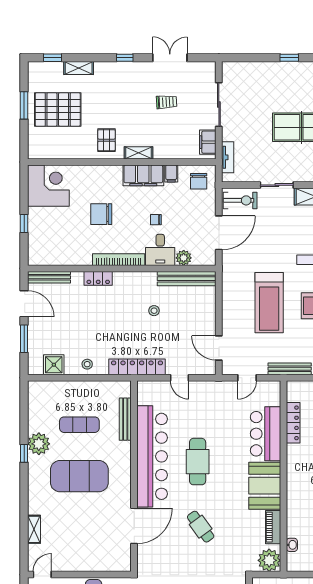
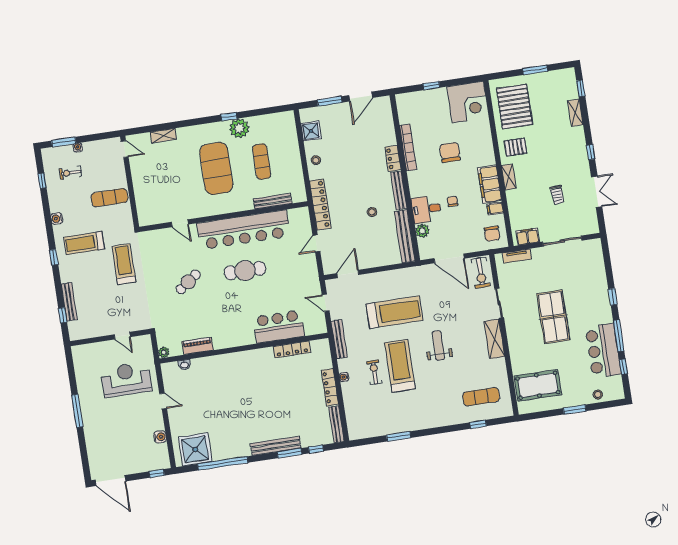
pallet: (58, 109) -> (514, 107), moved
chair: (199, 181) -> (492, 234), turned -90
bookcase: (119, 260) -> (408, 147), moved
bench: (49, 277) -> (399, 190), moved
treadmill: (269, 303) -> (395, 312), turned 180
booth: (265, 486) -> (233, 333), removed
door: (134, 526) -> (180, 223), width x0.53
plant: (269, 560) -> (164, 352), width x0.53, depth x0.53

